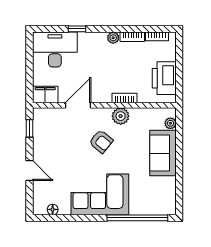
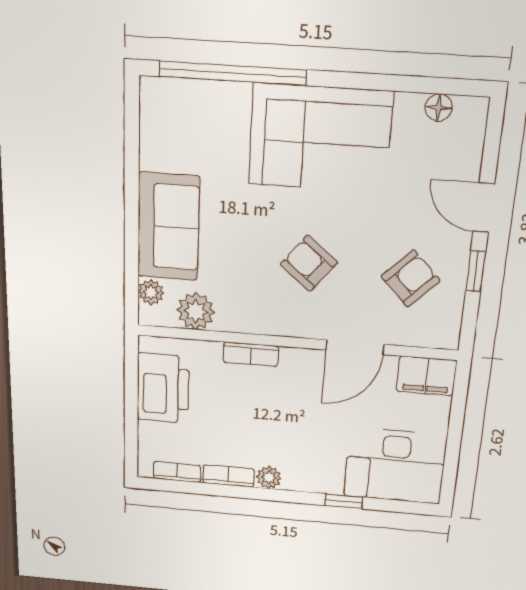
plant: (121, 116) -> (196, 311), moved
window: (30, 128) -> (476, 271), moved
armchair: (57, 138) -> (411, 278), added

